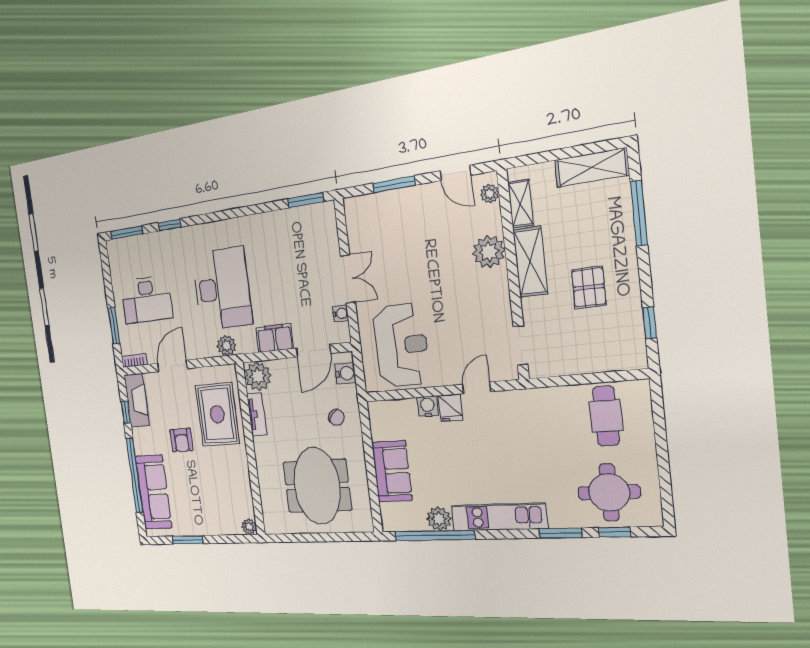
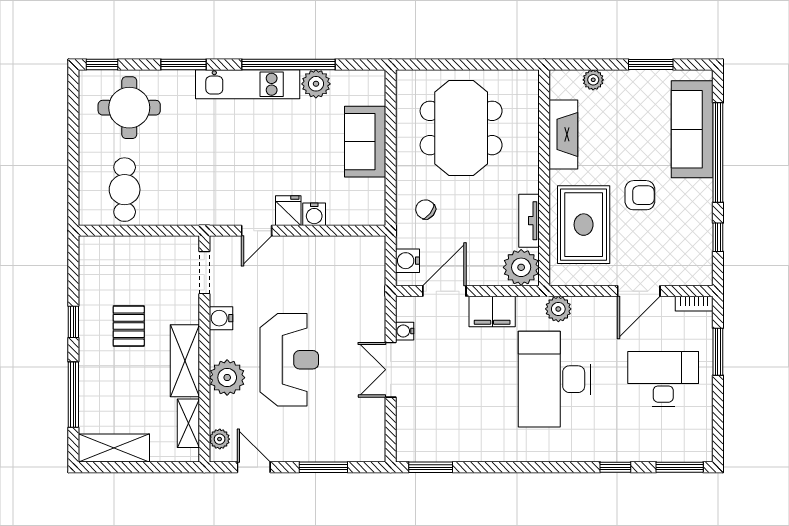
water cooler: (500, 306) -> (221, 318), added
window: (650, 323) -> (73, 322), moved
reception desk: (401, 345) -> (289, 360), moved, turned 180
fireplace: (137, 400) -> (563, 134), moved, turned 180
armchair: (181, 440) -> (640, 195), turned 90
plant: (249, 527) -> (593, 80), moved
window: (614, 532) -> (102, 64), moved
window: (434, 535) -> (289, 64), moved

